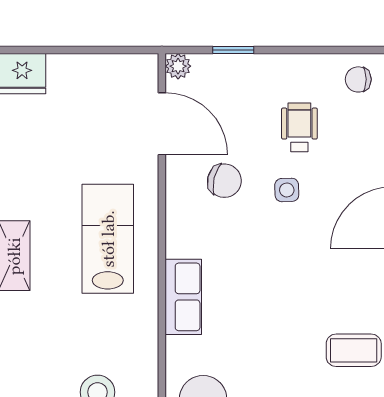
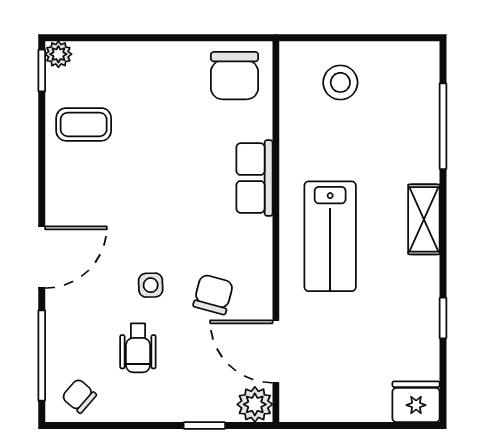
plant: (178, 66) -> (255, 404), width x1.38, depth x1.38
chair: (358, 79) -> (79, 396), turned -139
chair: (224, 181) -> (213, 294), turned 91

